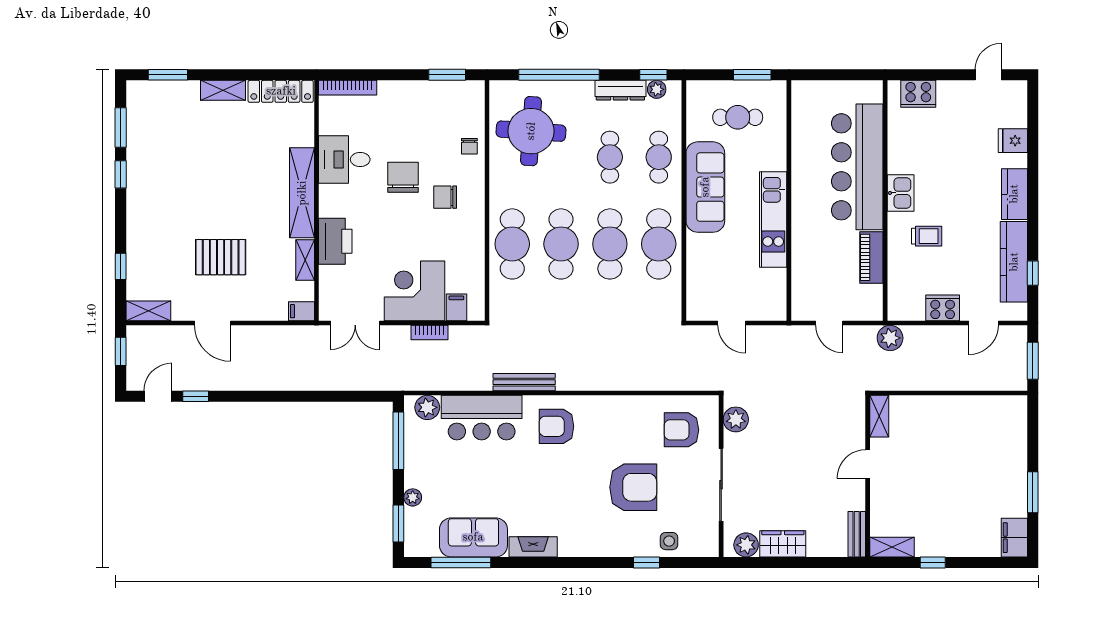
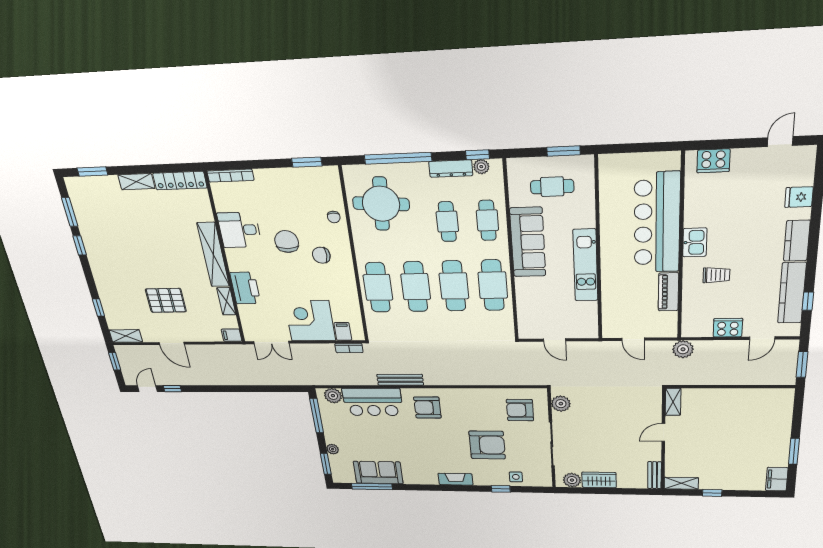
bookcase: (430, 333) -> (349, 348), moved
fireplace: (533, 547) -> (456, 479), moved

